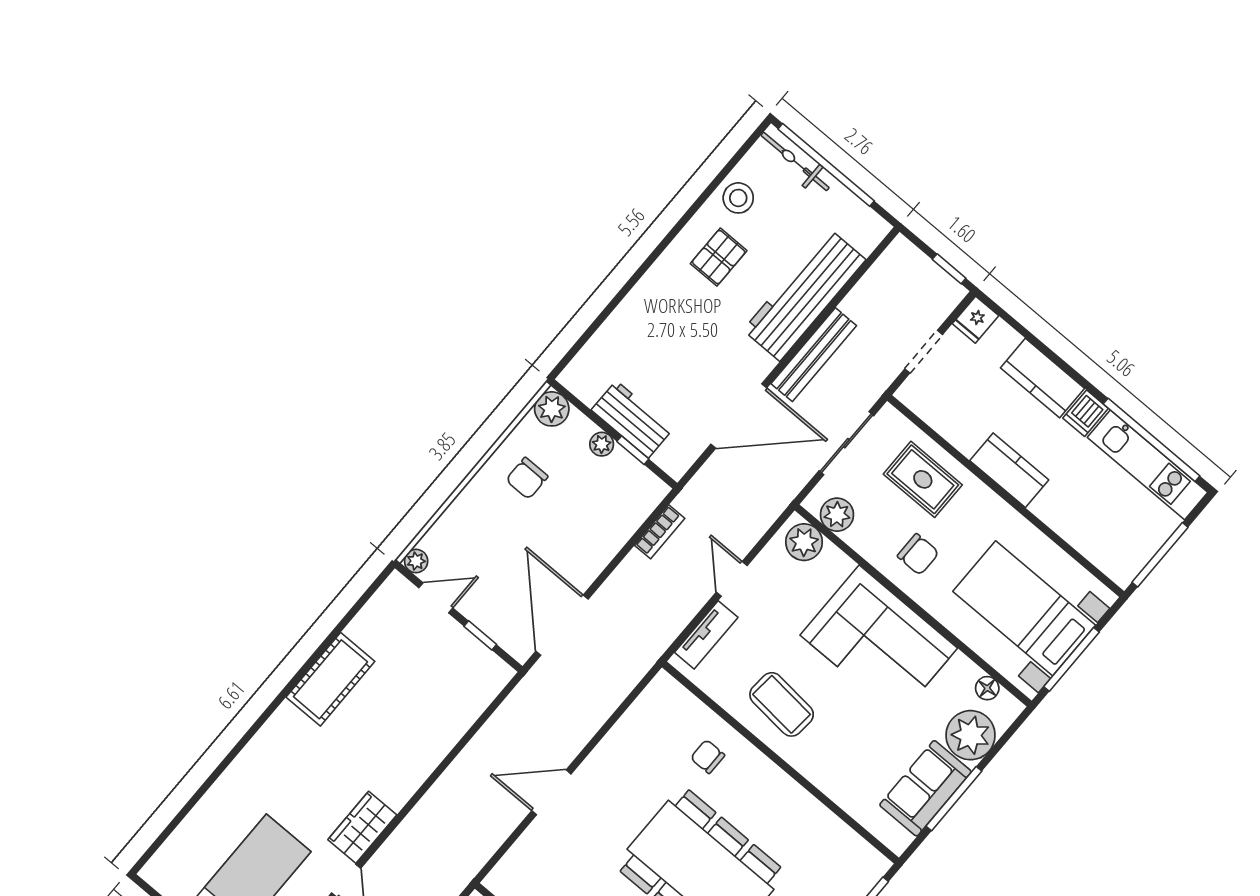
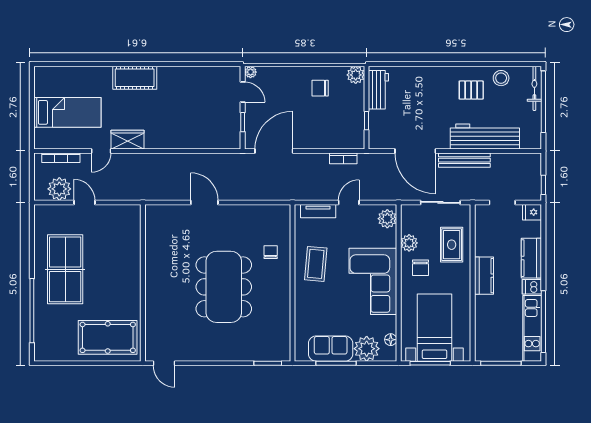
workbench: (632, 419) -> (378, 90), moved
plant: (602, 444) -> (358, 106), removed
plant: (837, 515) -> (409, 243), moved
cot: (330, 679) -> (135, 78), moved

